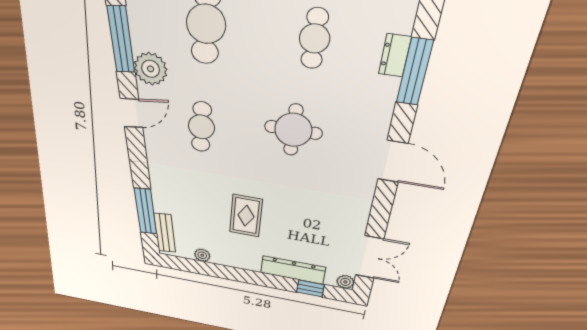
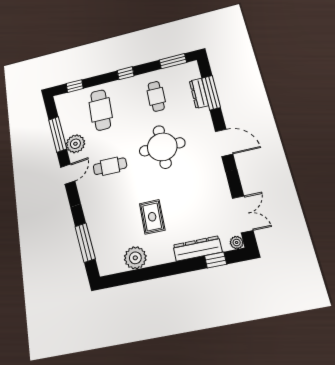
dresser: (395, 55) -> (199, 93), width x1.44
cafe table: (201, 127) -> (110, 166), turned 90
round table: (293, 130) -> (162, 147), width x1.36, depth x1.36
bench: (165, 233) -> (101, 256), removed
plant: (202, 255) -> (135, 258), width x1.88, depth x1.88

